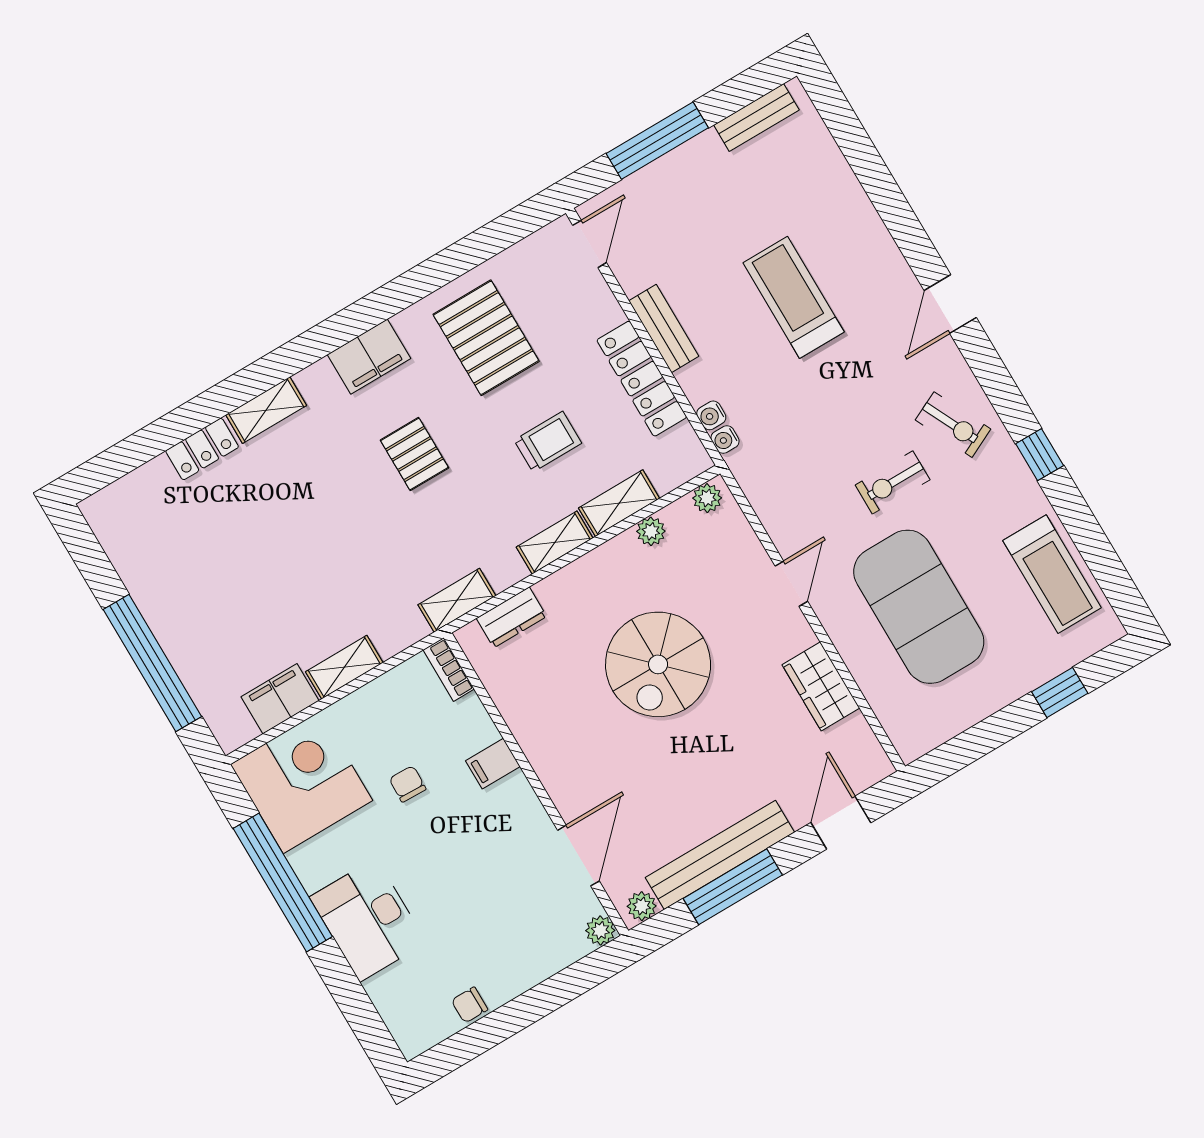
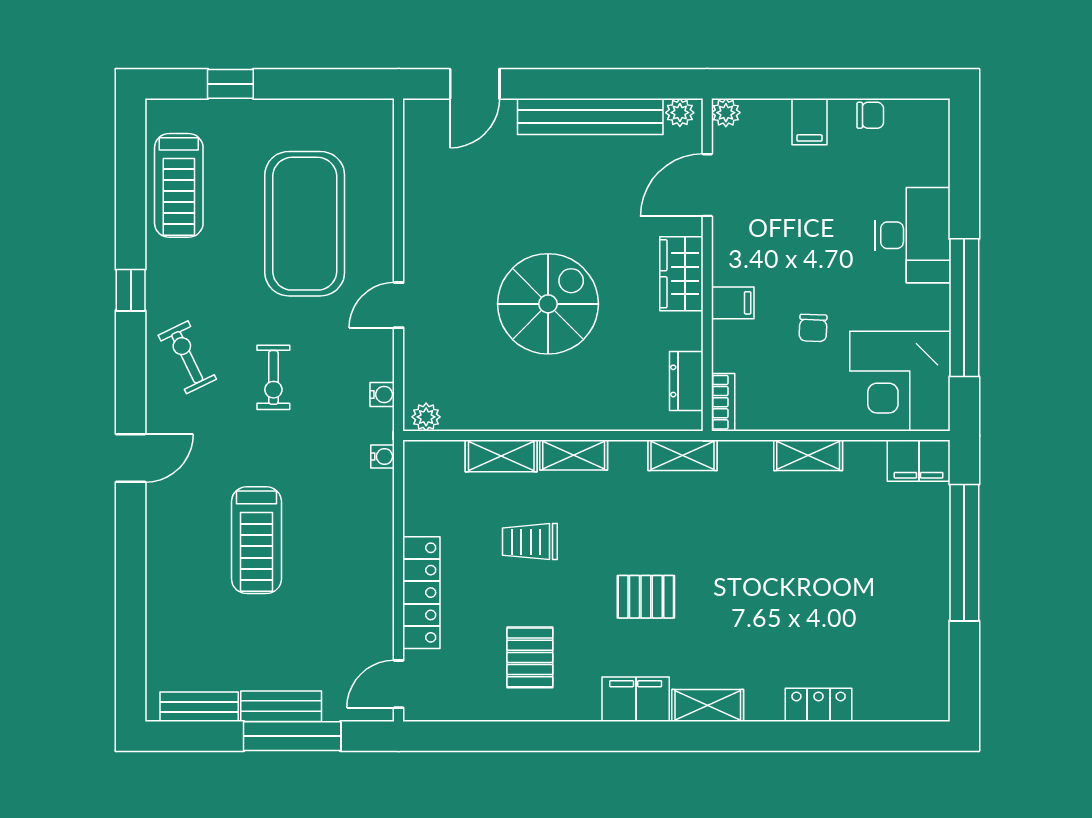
bench: (664, 329) -> (281, 706), moved, turned 90
pallet: (486, 338) -> (530, 657), width x0.67, depth x0.71
locker: (642, 379) -> (421, 593), moved
shelving: (266, 410) -> (708, 706), moved
water cooler: (711, 415) -> (382, 395), moved
pallet: (414, 454) -> (646, 597), turned 90
exercise bike: (893, 482) -> (273, 377), moved, turned 90
plant: (651, 531) -> (489, 417), removed
treadmill: (1052, 574) -> (179, 185), turned 180
dresser: (512, 617) -> (686, 381), moved, turned -90
wardrobe: (821, 686) -> (681, 274), moved, turned 180
filing cabinet: (280, 699) -> (919, 461), moved
window: (733, 887) -> (595, 84), removed
filing cabinet: (521, 967) -> (810, 122), added

